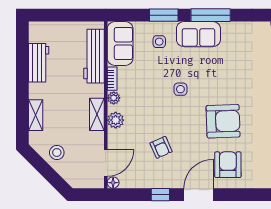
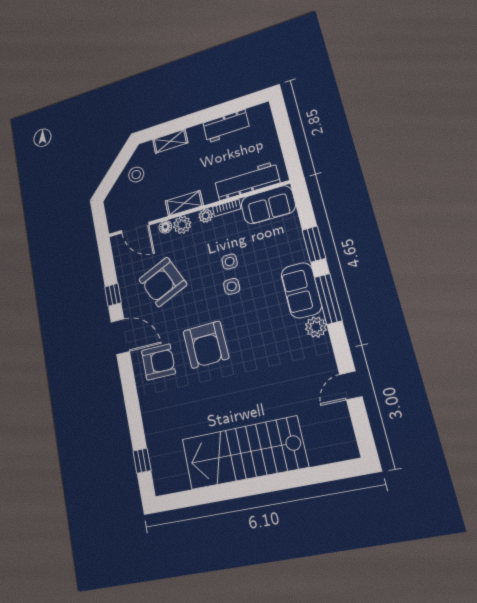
plant: (230, 30) -> (316, 327), added
side table: (159, 42) -> (230, 262), moved
armchair: (161, 147) -> (163, 282), width x1.88, depth x1.88
floor lamp: (113, 183) -> (165, 227), moved

